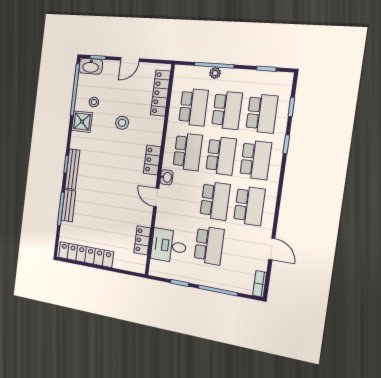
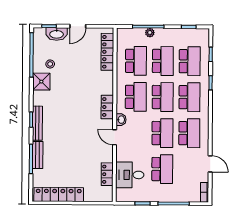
washbasin: (91, 66) -> (57, 34), moved
stool: (122, 123) -> (78, 79), removed

